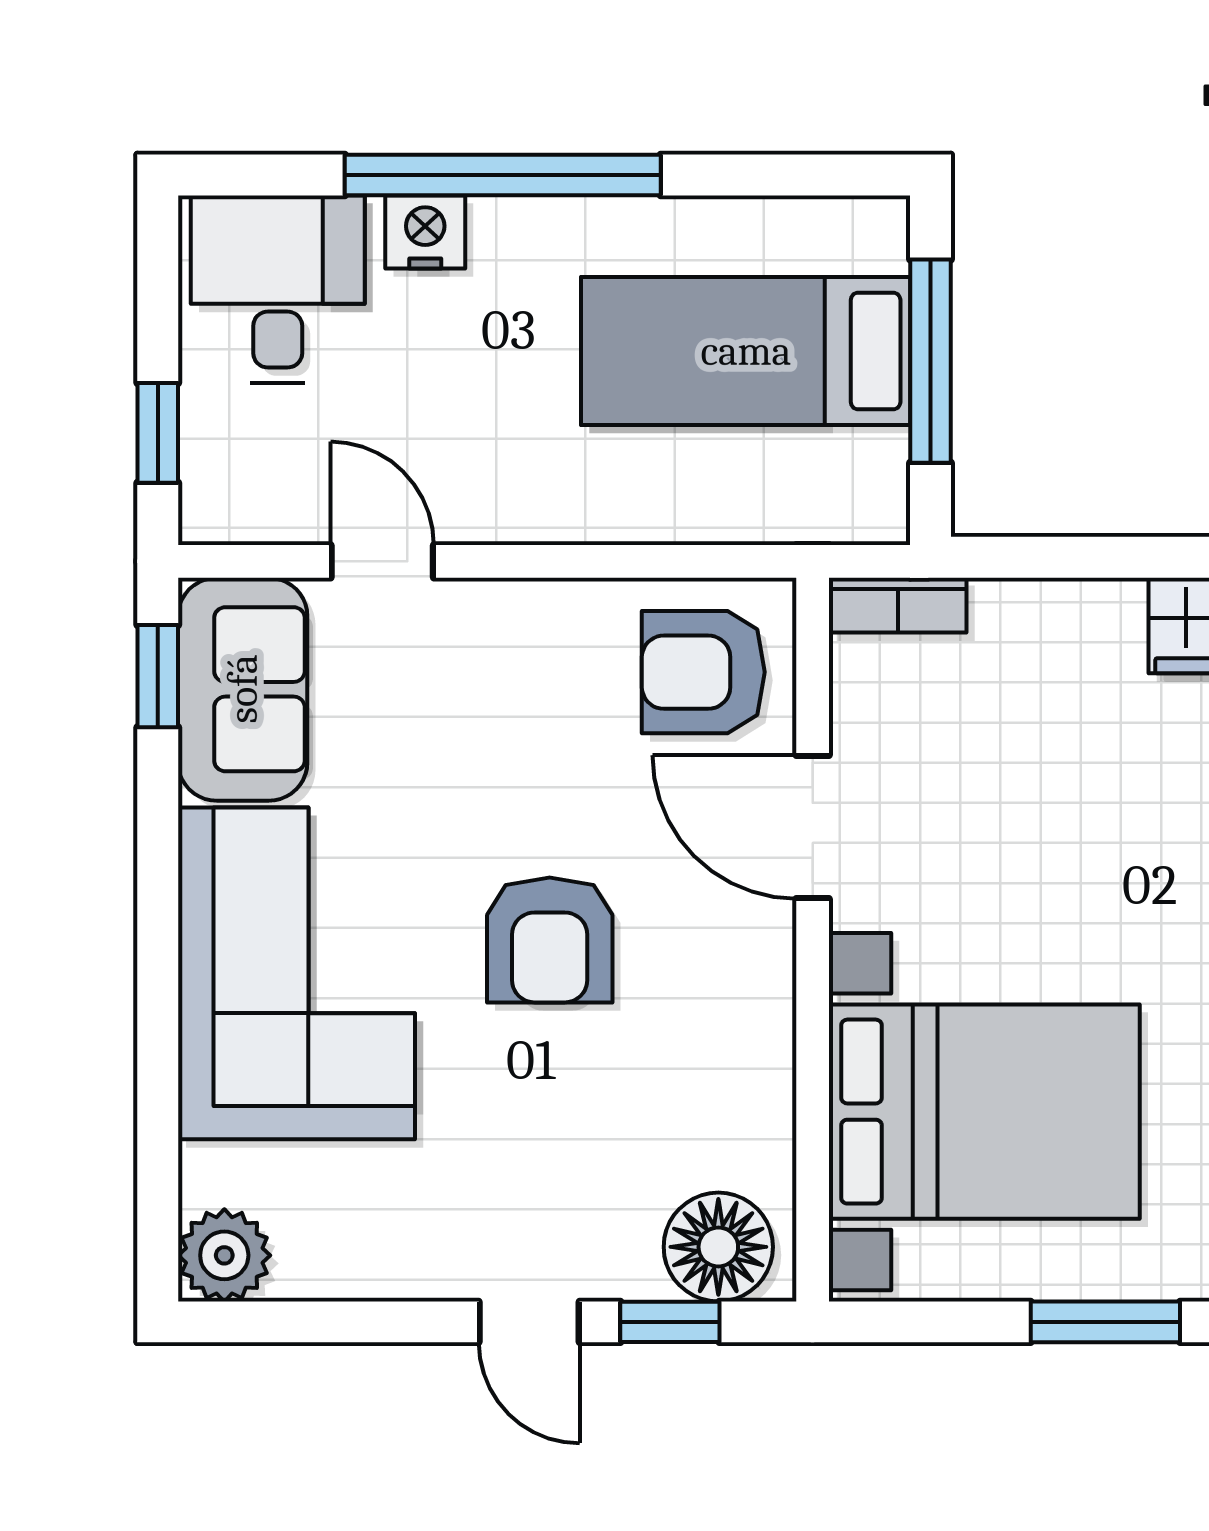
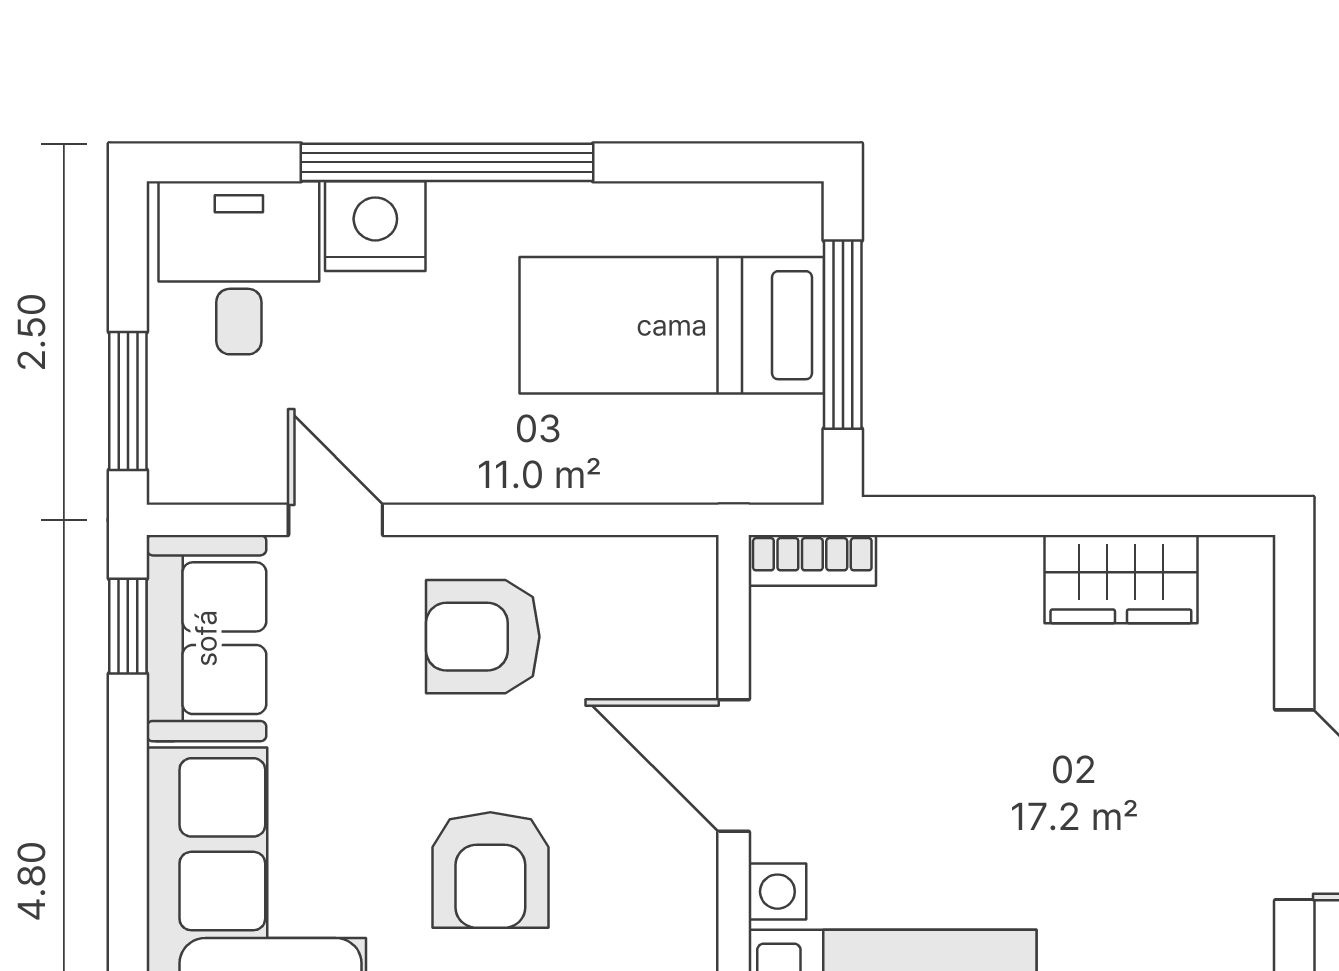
nightstand: (425, 232) -> (375, 226), width x1.36, depth x1.33
window: (158, 433) -> (128, 401), width x1.50
armchair: (703, 672) -> (483, 637), moved

